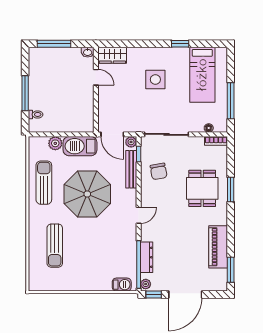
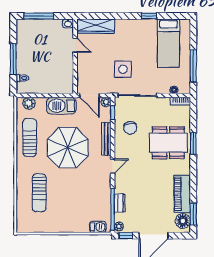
wardrobe: (112, 55) -> (96, 26), width x1.50
side table: (155, 79) -> (123, 69), moved
plant: (55, 143) -> (29, 103), moved
bench: (131, 169) -> (106, 139), moved
dining table: (202, 188) -> (168, 143), width x1.38
dresser: (147, 257) -> (120, 203), width x0.70
floor lamp: (219, 278) -> (183, 221), added

